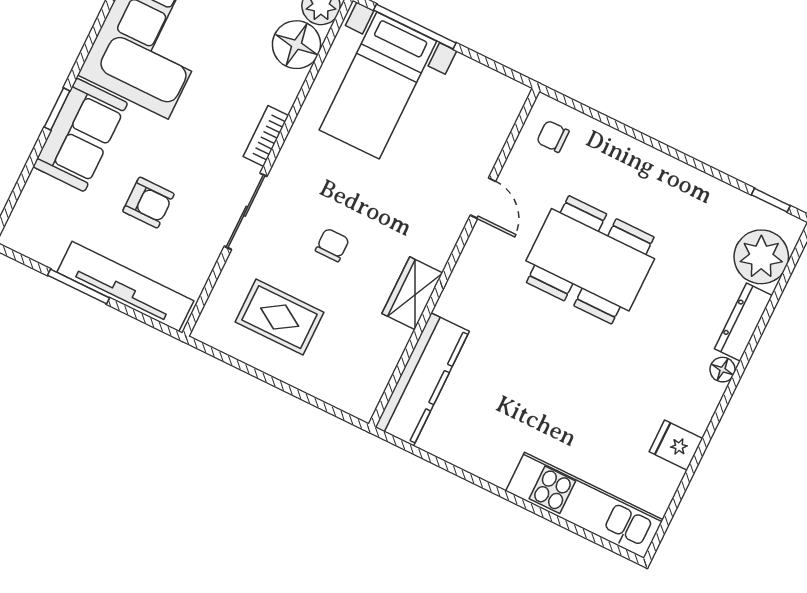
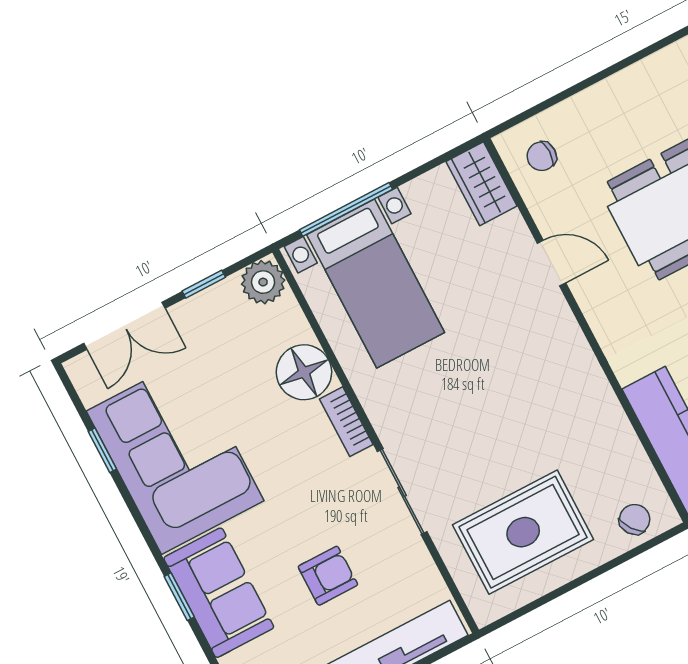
floor lamp: (296, 45) -> (304, 372), moved
chair: (332, 245) -> (635, 519), moved, turned 54
wardrobe: (412, 293) -> (482, 184), moved
rug: (280, 317) -> (523, 532), width x1.36, depth x1.43

